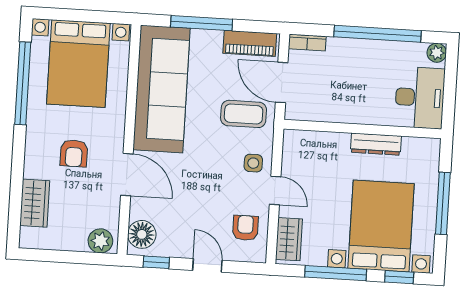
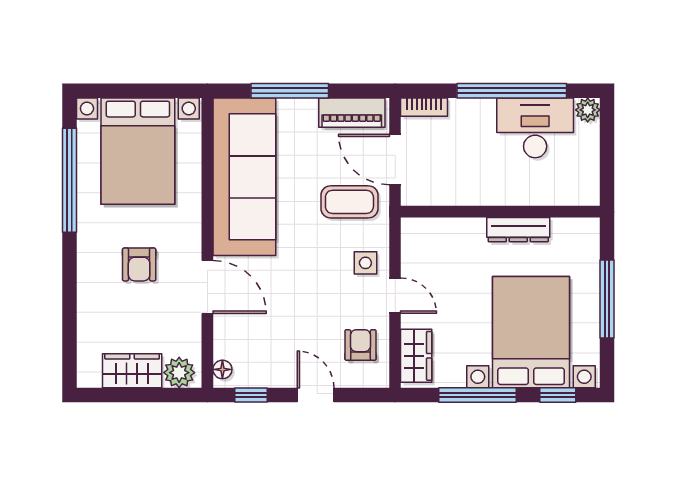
desk: (420, 98) -> (535, 128), moved, turned -90
wardrobe: (35, 203) -> (132, 371), moved, turned -90
floor lamp: (142, 234) -> (222, 369), width x0.53, depth x0.53

